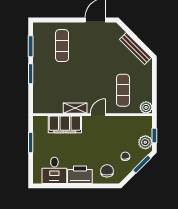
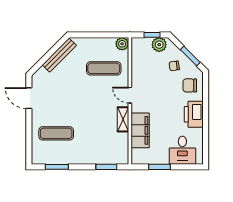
window: (31, 74) -> (106, 167), moved
window: (142, 164) -> (190, 56), moved
desk: (54, 170) -> (182, 150), moved, turned 90

